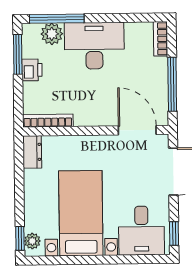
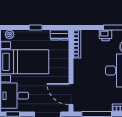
door: (137, 130) -> (71, 94), swing flipped
window: (20, 238) -> (36, 27), moved

